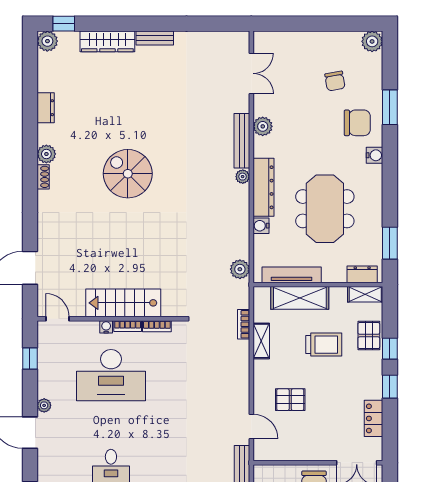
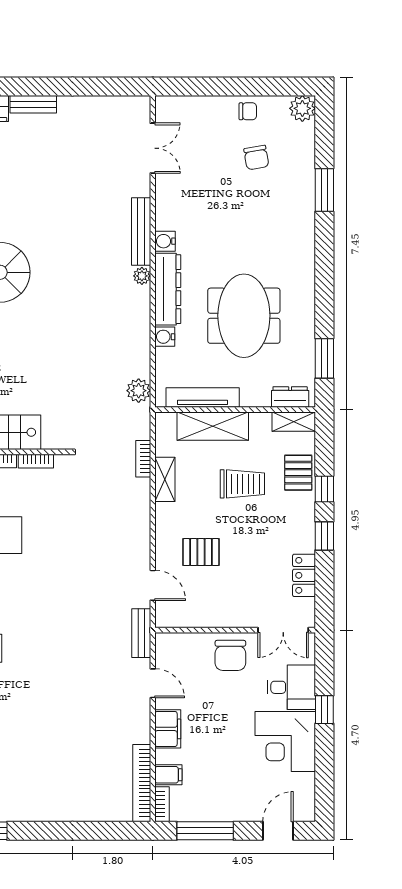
chair: (357, 123) -> (248, 111), moved, width x0.54, depth x0.54
plant: (263, 126) -> (167, 214), removed
water cooler: (374, 155) -> (165, 241), moved, turned 180

